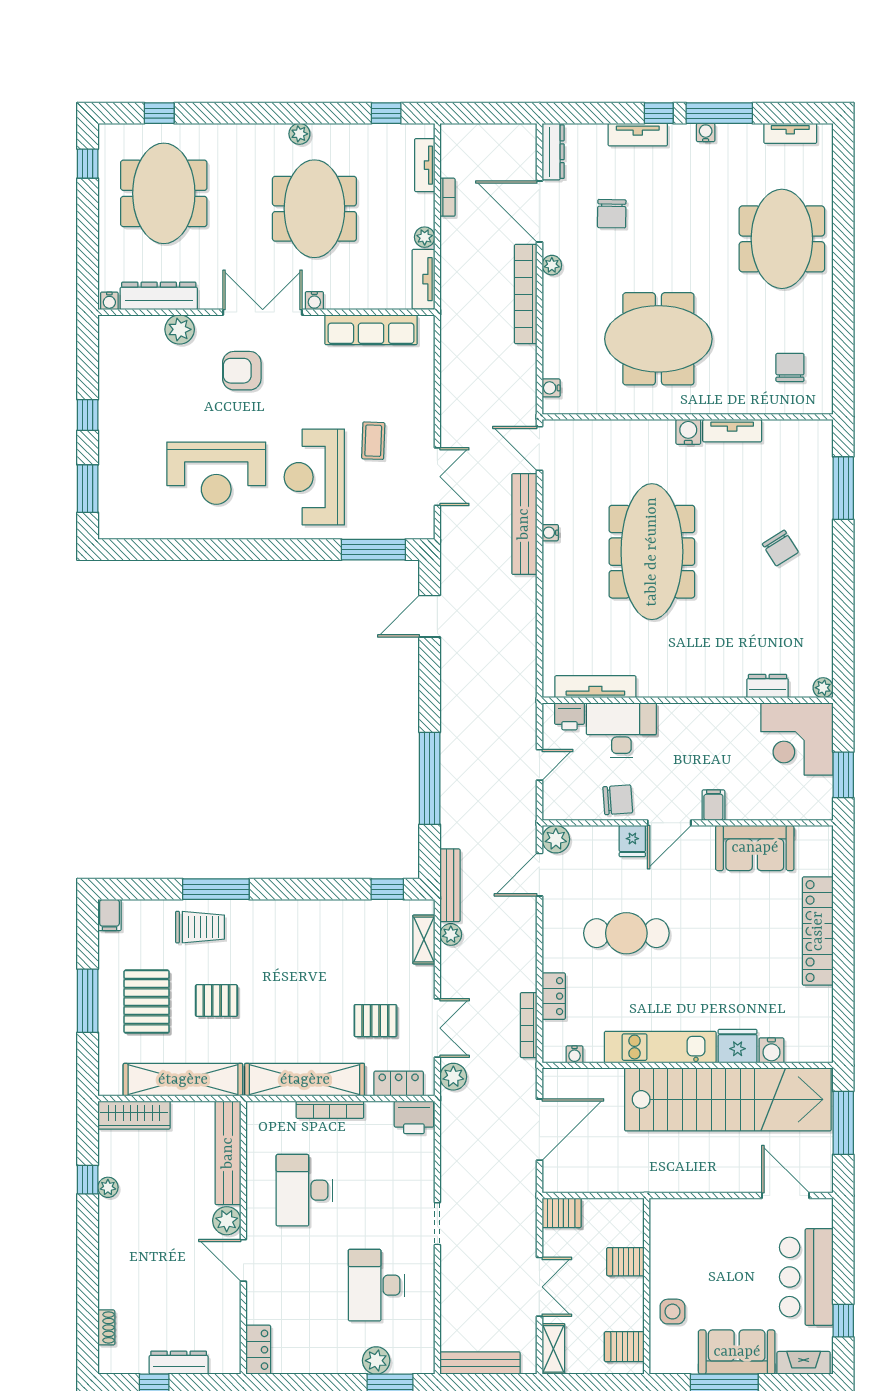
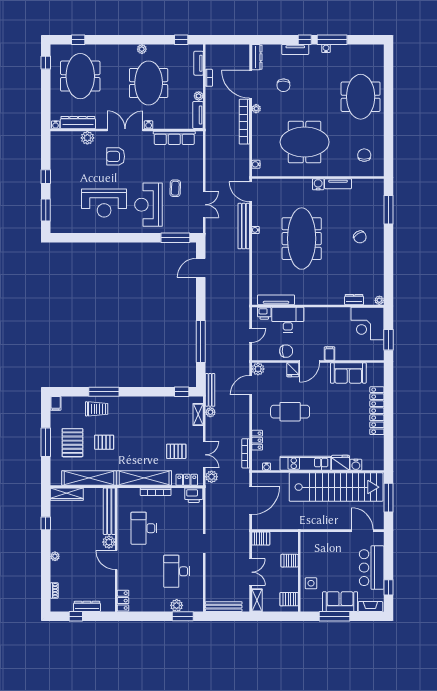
tv unit: (790, 133) -> (364, 49), removed
plant: (108, 1187) -> (55, 556), moved

